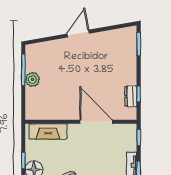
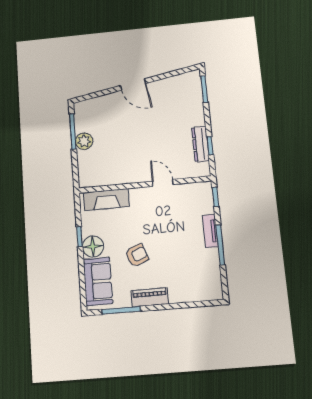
door: (78, 34) -> (133, 84), swing flipped
dresser: (131, 96) -> (200, 144), width x1.44
door: (96, 122) -> (163, 183), width x0.53

